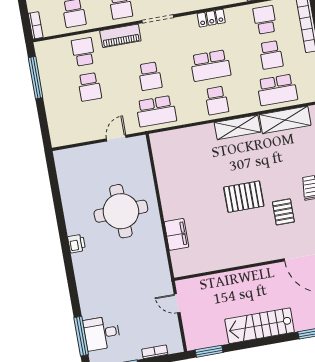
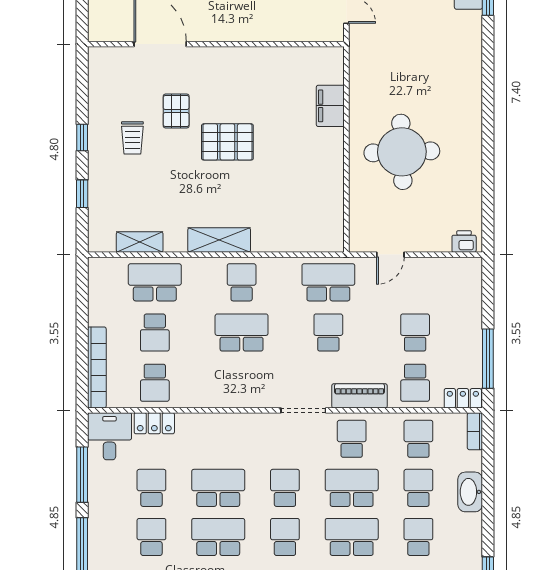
locker: (211, 18) -> (463, 398), moved
school desk: (271, 55) -> (155, 333), turned 180
shelving: (285, 120) -> (140, 242), width x0.67, depth x0.75
printer: (77, 244) -> (464, 242), moved, turned 90

